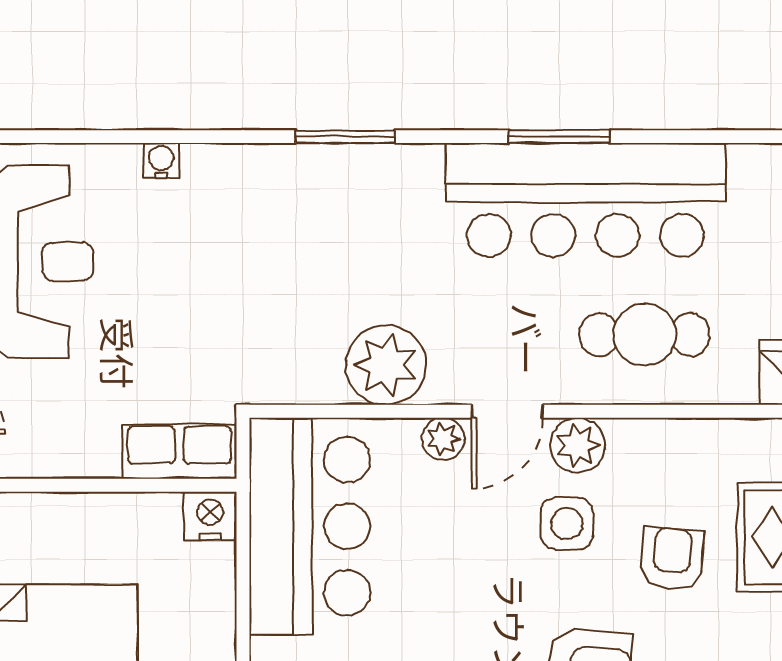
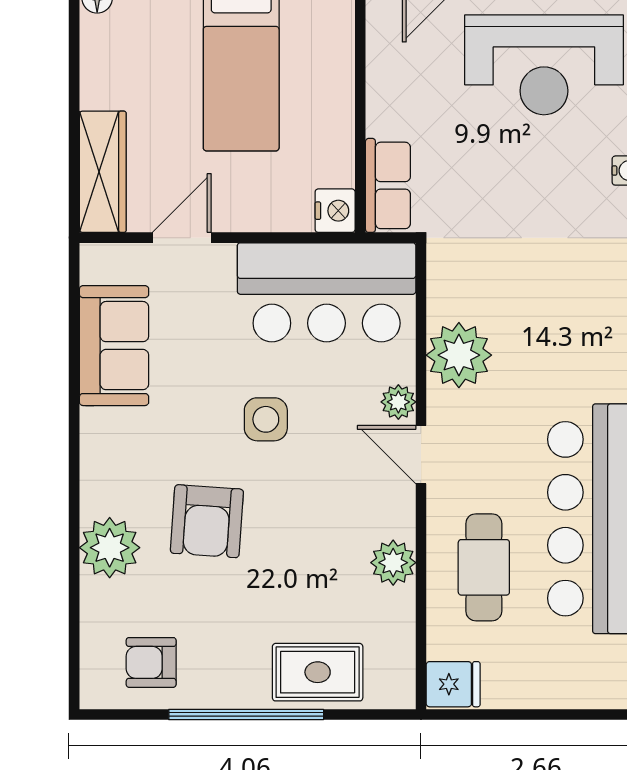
plant: (578, 445) -> (393, 563), moved
side table: (567, 524) -> (266, 419), moved
armchair: (672, 559) -> (300, 590), removed

